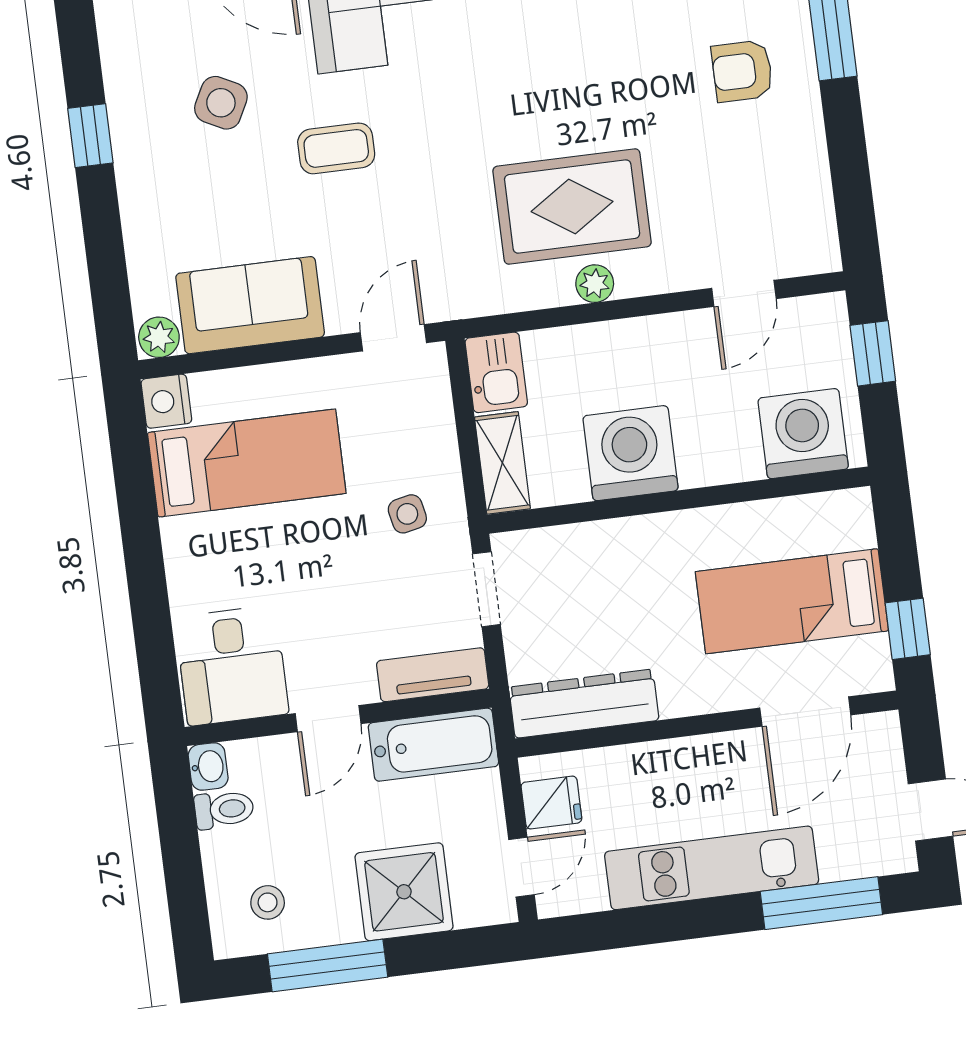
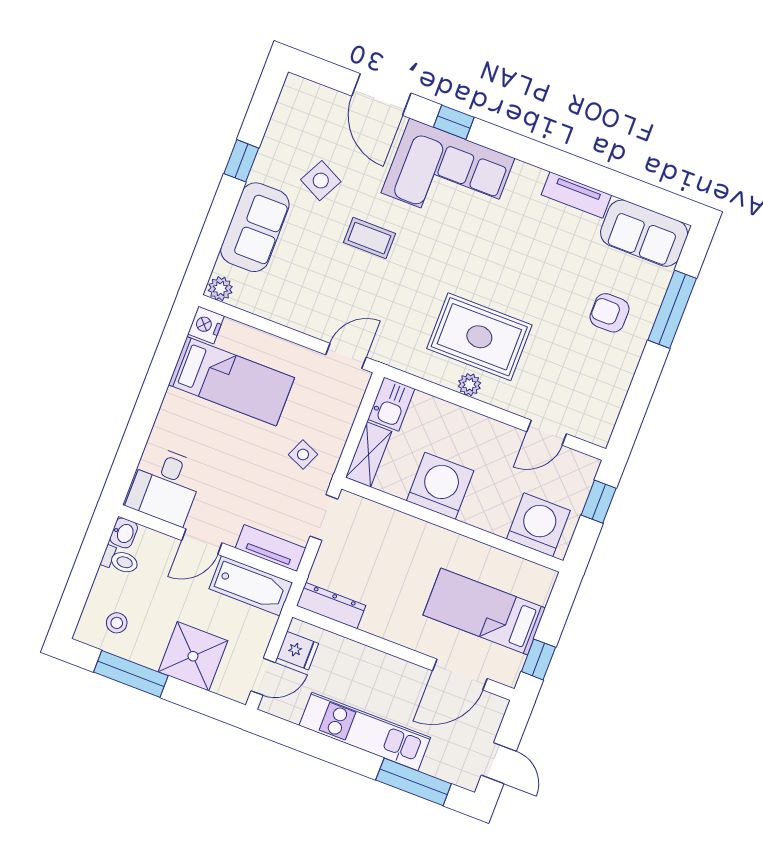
sofa: (250, 305) -> (255, 227), moved, turned 90
side table: (407, 514) -> (303, 454), turned 36
dresser: (584, 704) -> (331, 606), width x0.73, depth x0.80

